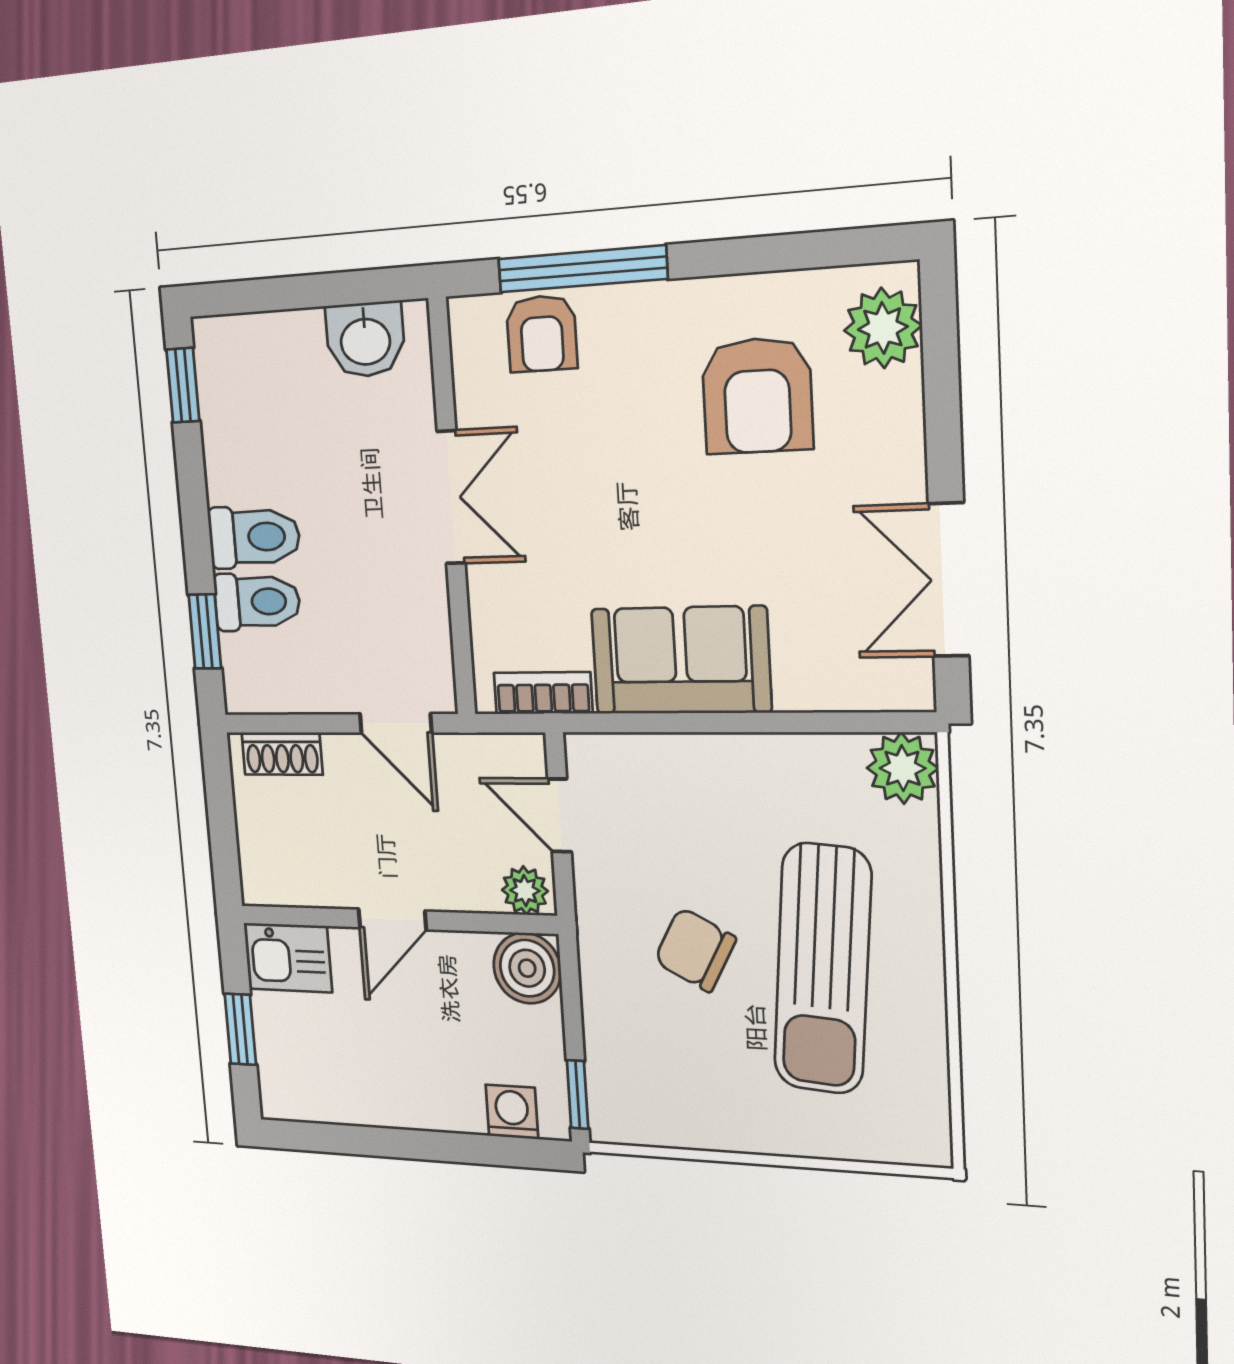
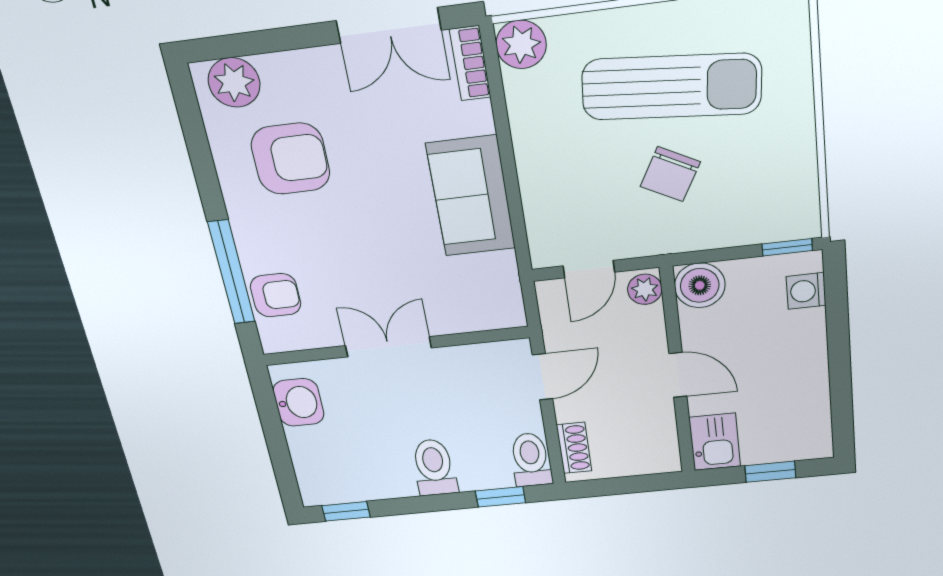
toilet: (257, 602) -> (531, 460), moved
bookcase: (543, 693) -> (470, 63), moved

